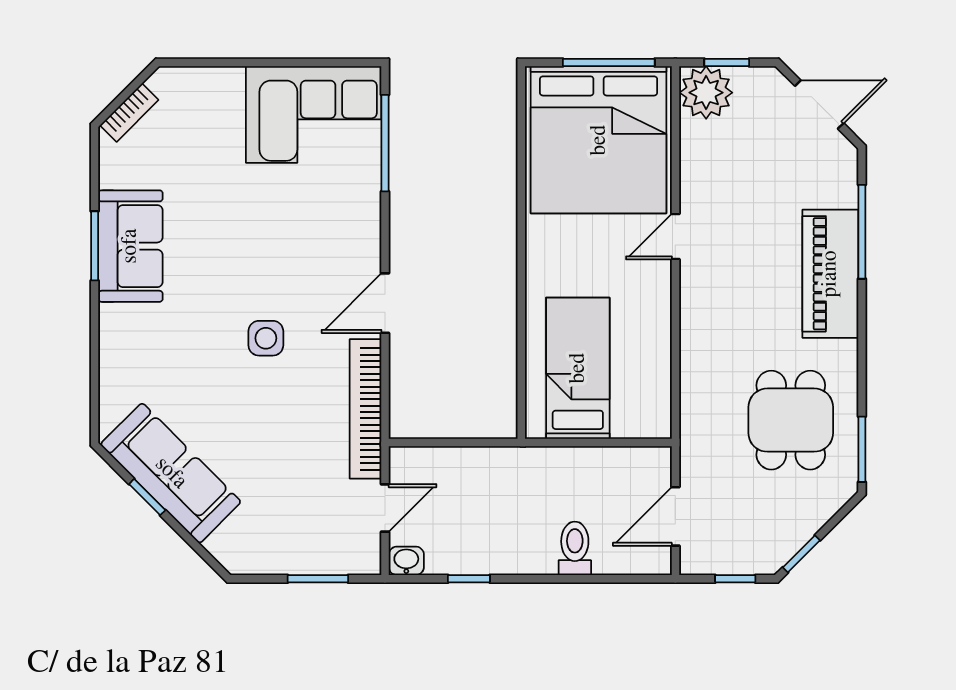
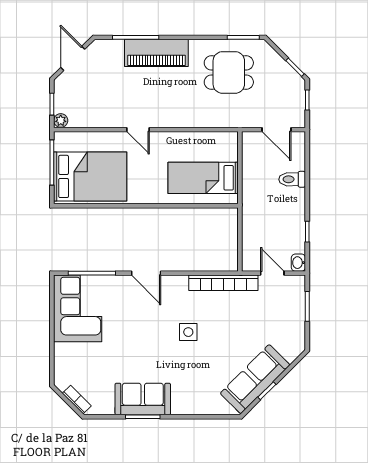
plant: (706, 93) -> (61, 120), width x0.53, depth x0.53
bed: (599, 140) -> (90, 176), width x0.73
door: (385, 303) -> (146, 273), moved

